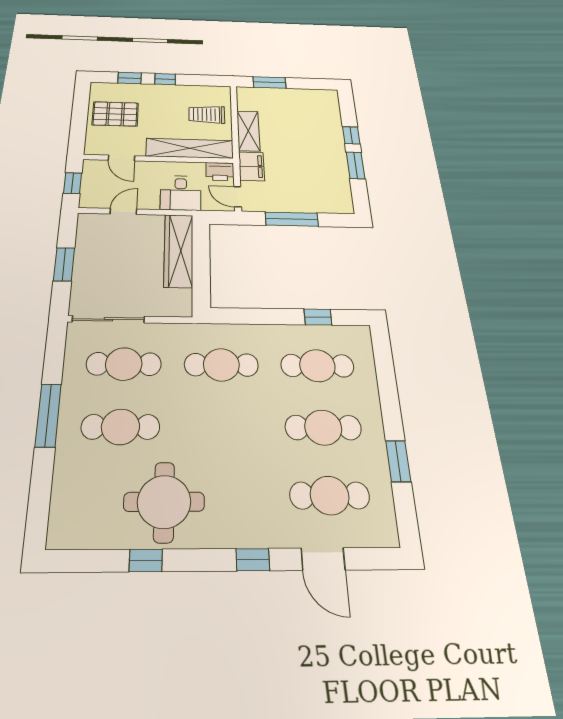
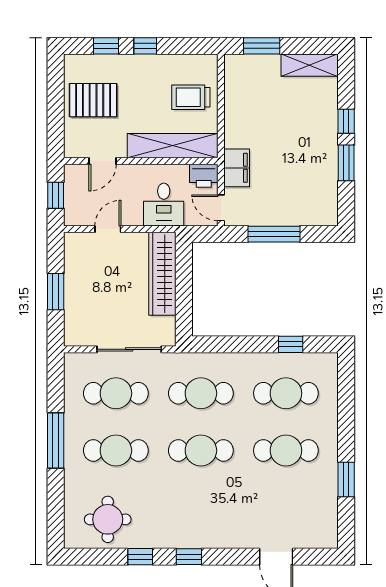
shelving: (248, 131) -> (309, 65), moved, turned 90
door: (121, 158) -> (103, 161), hinge flipped
sliding door: (108, 319) -> (129, 349), moved
cafe table: (330, 495) -> (201, 450), moved
round table: (164, 502) -> (108, 519), moved, width x0.73, depth x0.73
window: (253, 560) -> (189, 557), moved

